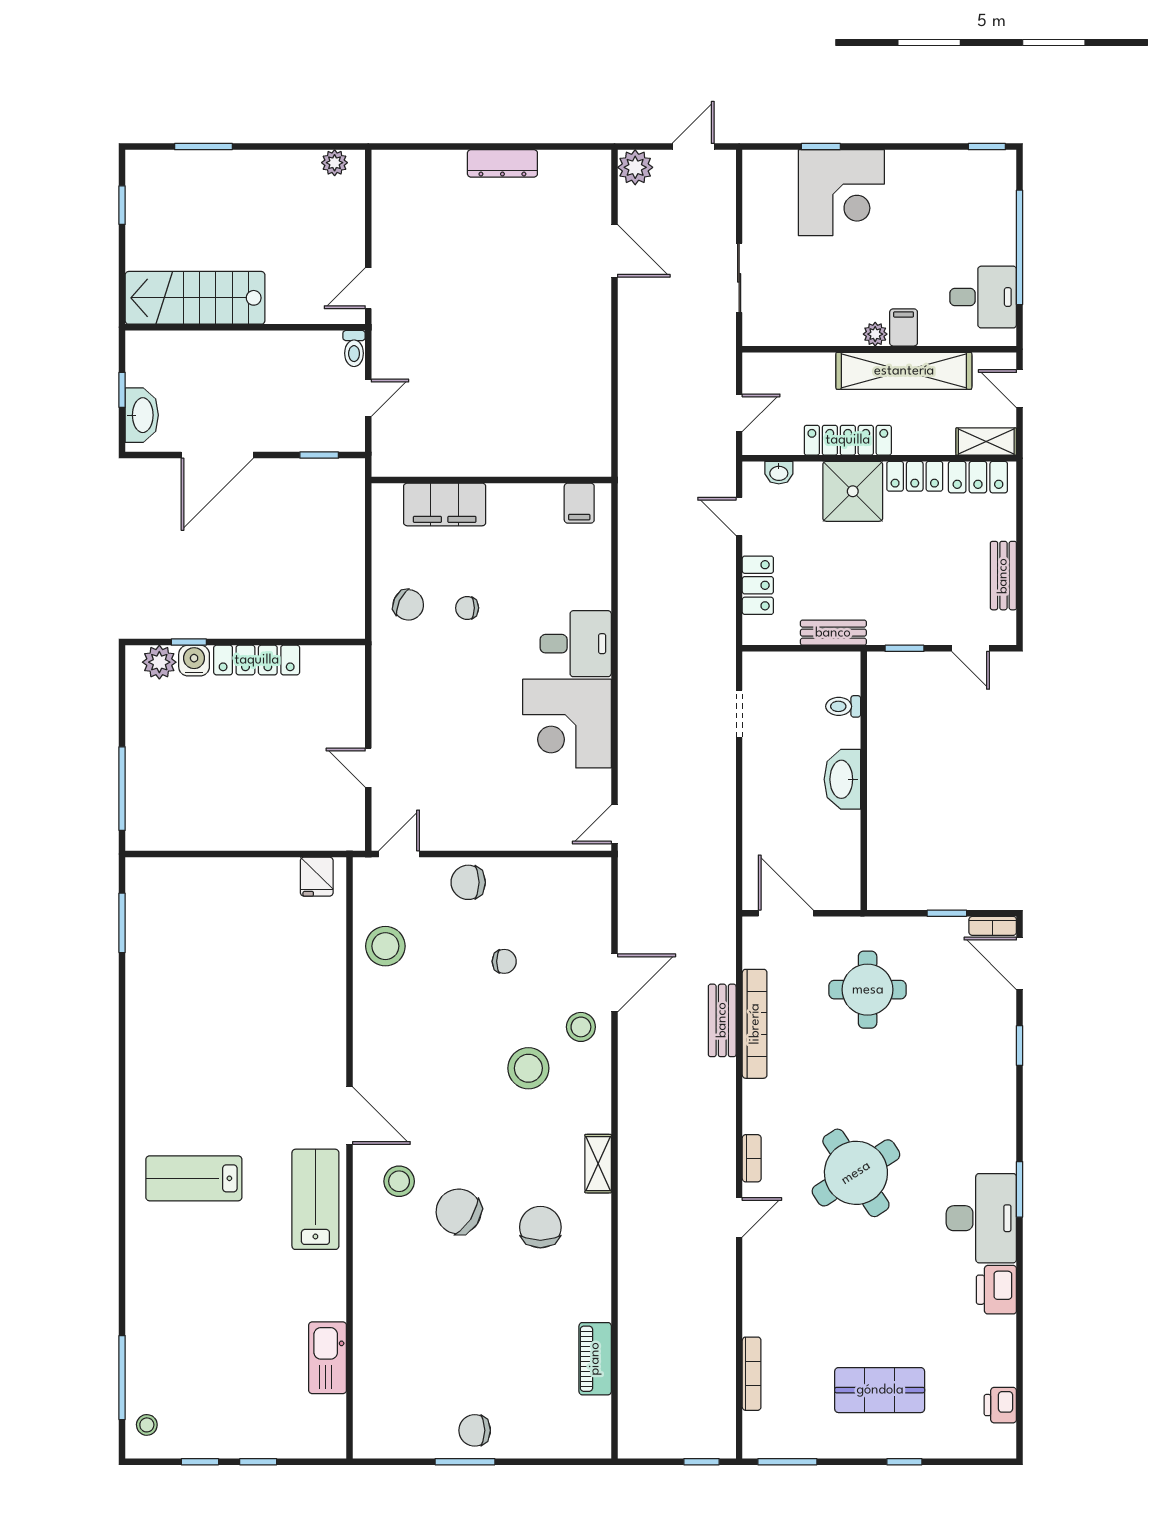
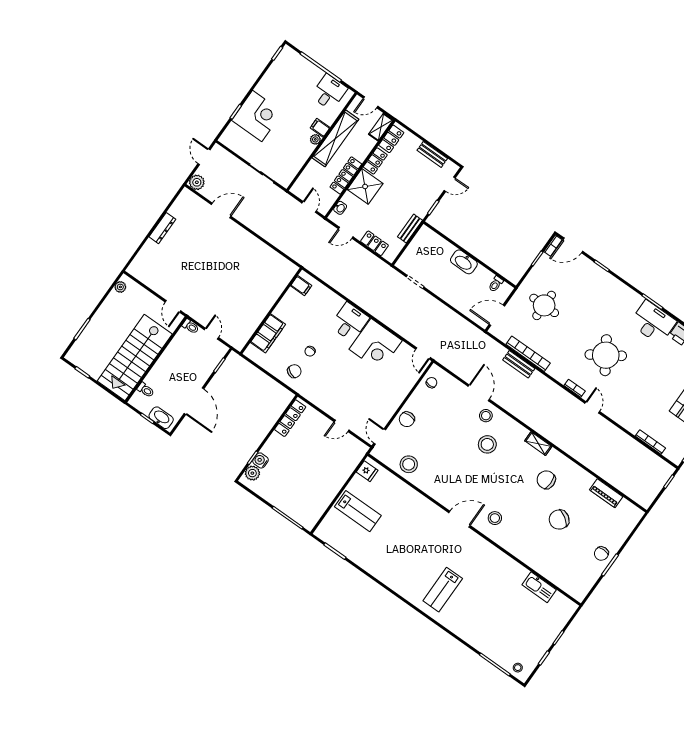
stairs: (195, 298) -> (135, 357), width x1.36, depth x1.51
toilet: (174, 349) -> (146, 390), added
locker: (257, 660) -> (290, 418), moved
toilet: (843, 706) -> (496, 284), moved
chair: (504, 961) -> (432, 383), moved
lab bench: (315, 1199) -> (358, 511), moved, turned 180
chair: (459, 1212) -> (559, 520), moved

